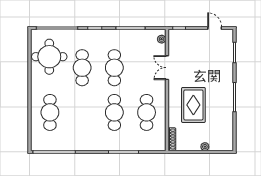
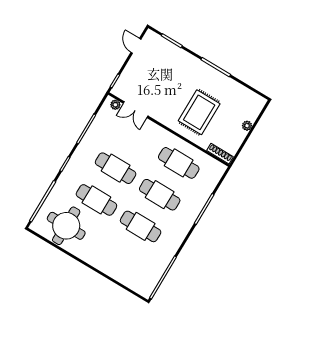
door: (215, 28) -> (136, 46), hinge flipped
double door: (167, 68) -> (136, 110), moved
rug: (193, 105) -> (199, 112), turned 90
cafe table: (50, 112) -> (141, 226), moved

